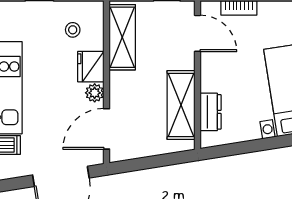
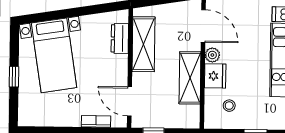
shelving: (122, 37) -> (190, 78), moved
door: (107, 129) -> (203, 26), hinge flipped

